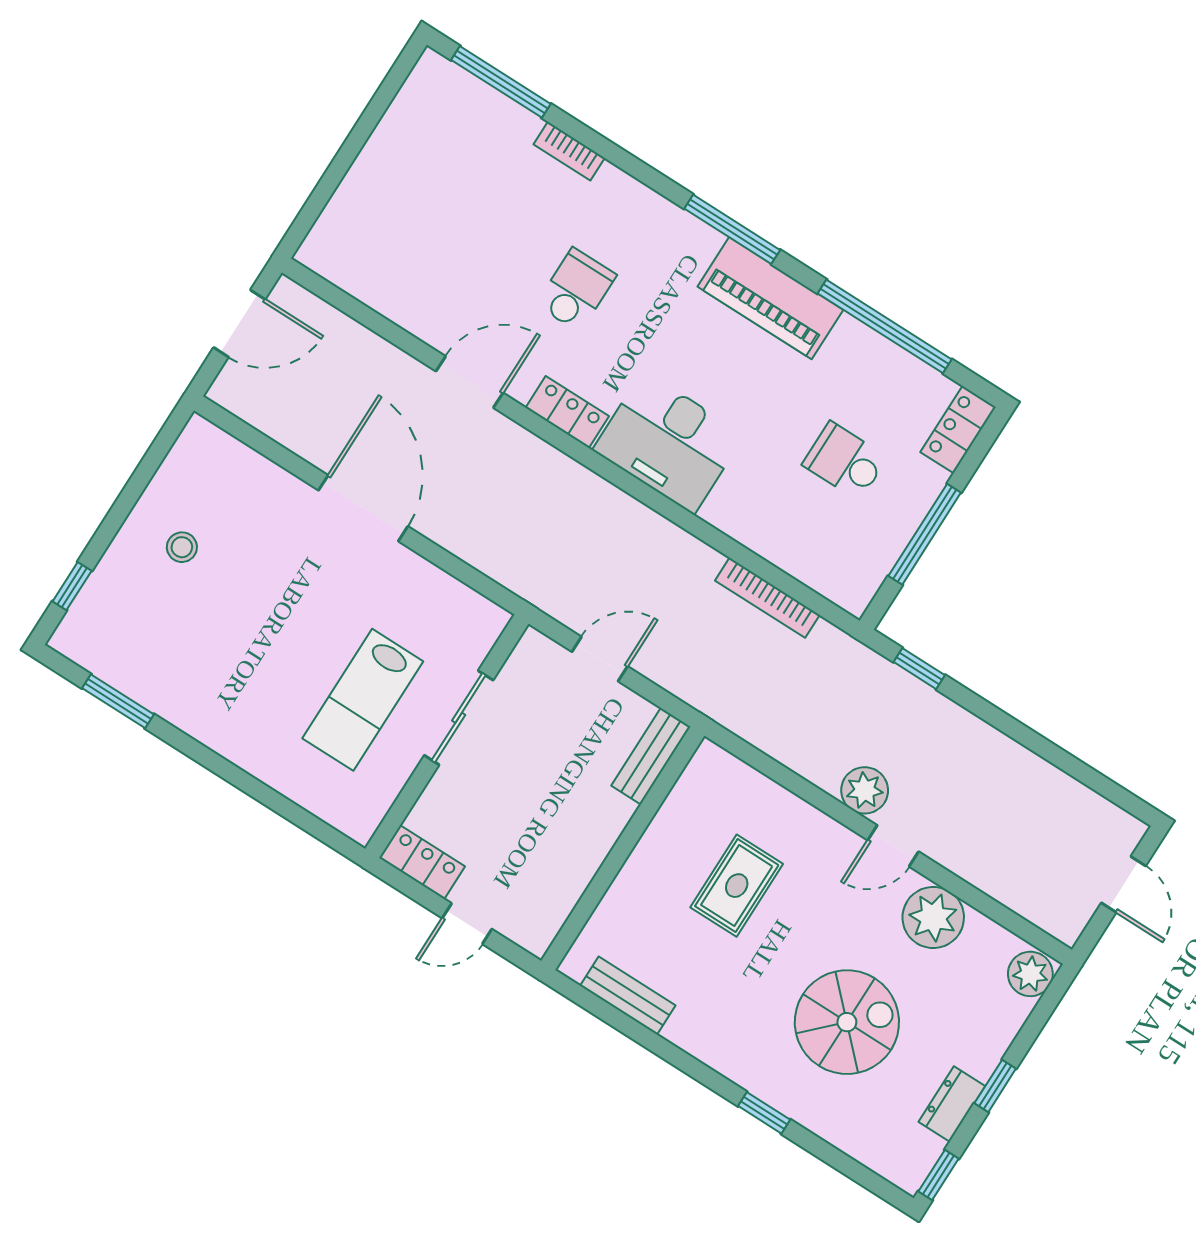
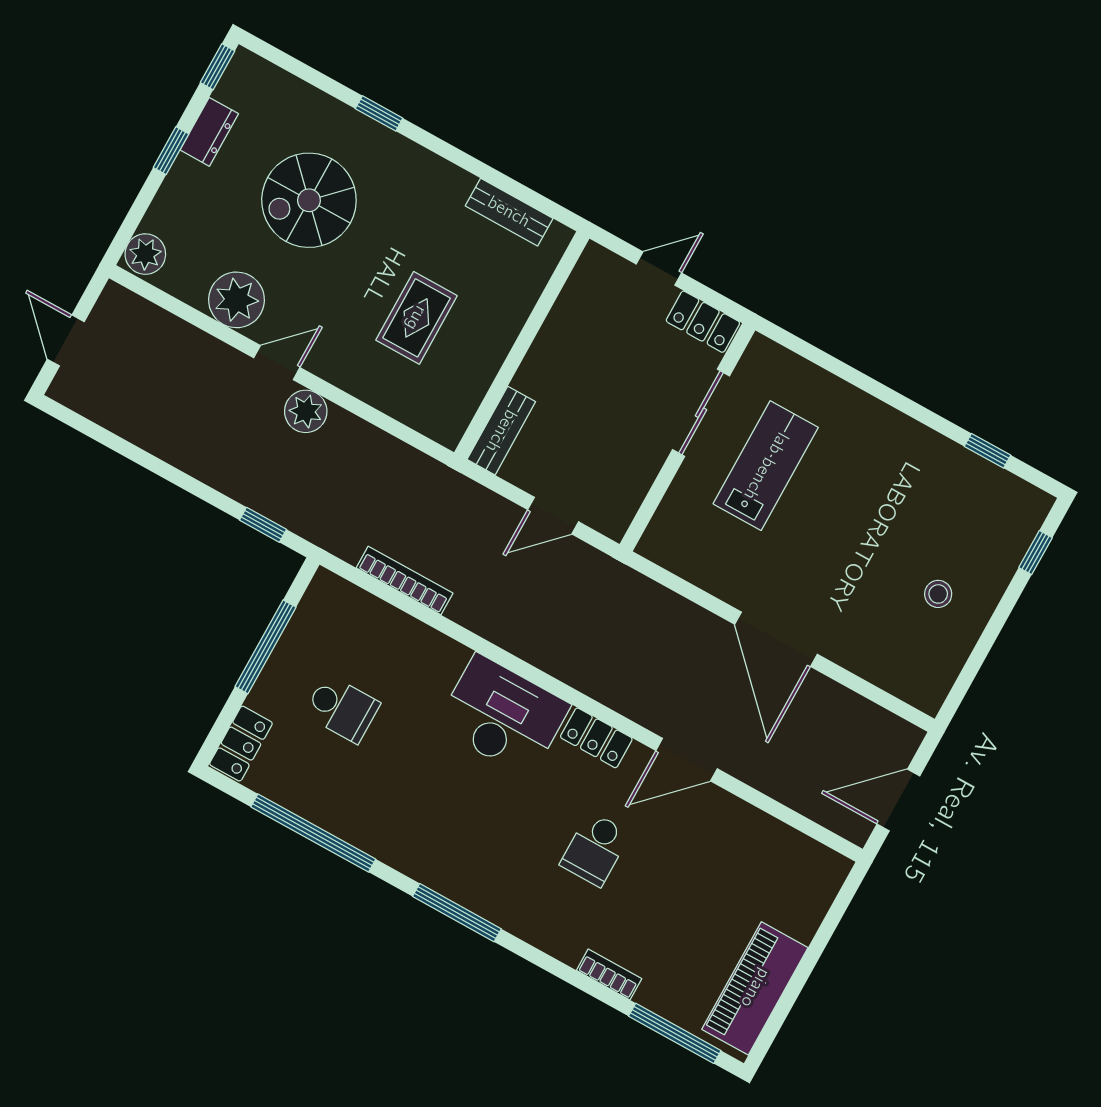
piano: (770, 298) -> (755, 988), moved, turned -90
window: (118, 701) -> (988, 451), width x0.67
sliding door: (459, 718) -> (701, 413), moved

